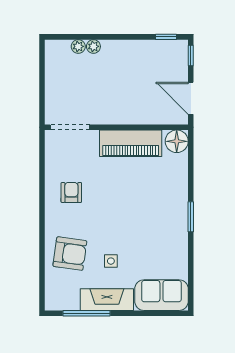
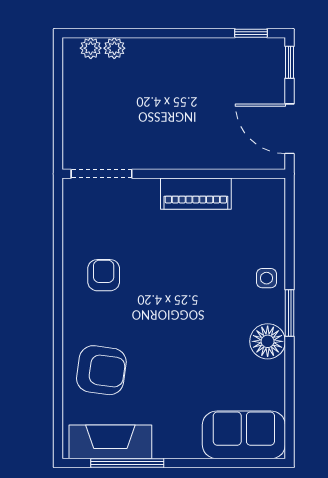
plant: (93, 46) -> (91, 48), moved
floor lamp: (177, 141) -> (268, 341), moved
piano: (131, 143) -> (196, 194), width x0.73, depth x0.75
side table: (111, 261) -> (266, 278), moved
fireplace: (107, 300) -> (110, 442), moved

